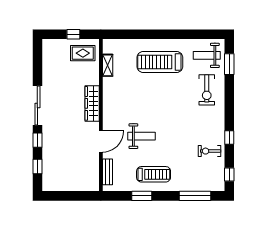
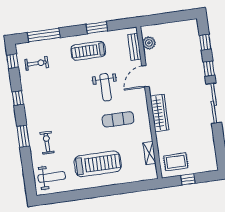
window: (229, 64) -> (23, 136), moved
exercise bike: (207, 90) -> (47, 143), width x0.73, depth x0.72
exercise mat: (134, 103) -> (118, 119), added
weight bench: (142, 136) -> (106, 87), turned -90
exercise bike: (209, 151) -> (37, 63), moved
plant: (93, 174) -> (149, 43), added

